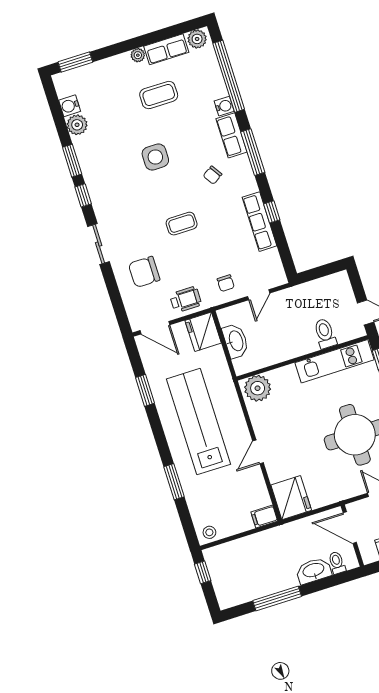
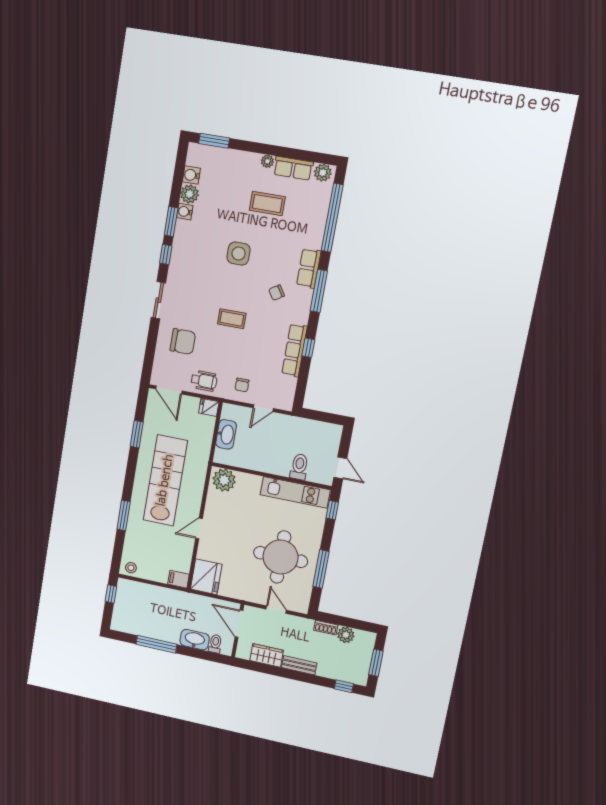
water cooler: (224, 106) -> (185, 212), moved, turned 180
chair: (144, 272) -> (183, 341), turned 180
fridge: (203, 332) -> (209, 407), width x0.53, depth x0.75

